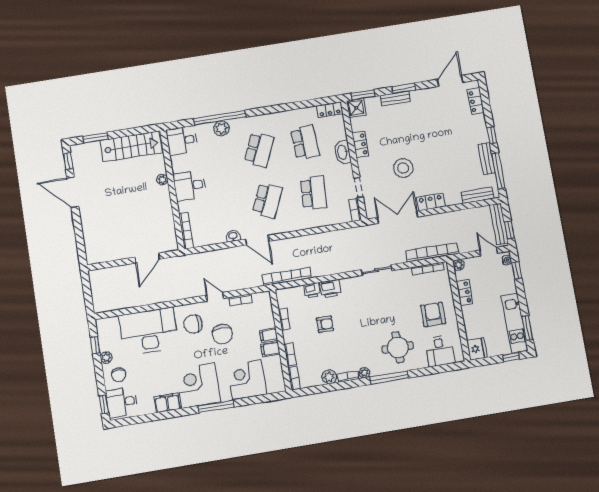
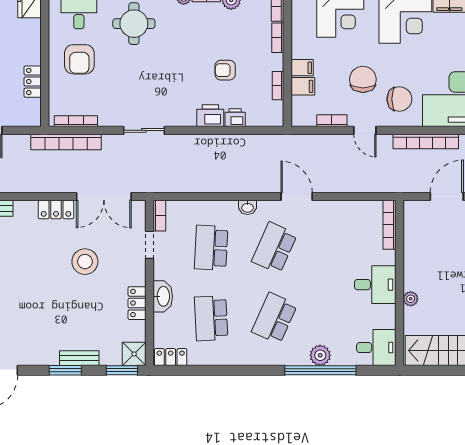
washbasin: (233, 236) -> (248, 207), moved
plant: (459, 265) -> (34, 119), removed
bookcase: (287, 277) -> (426, 141), moved
filing cabinet: (270, 349) -> (303, 86), moved

